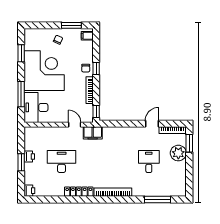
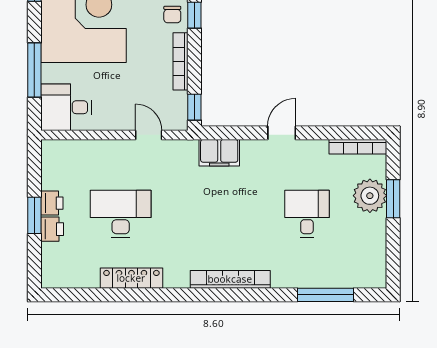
desk: (36, 107) -> (66, 107), width x0.73
door: (152, 124) -> (282, 133), moved
filing cabinet: (93, 133) -> (219, 153), moved
window: (189, 143) -> (393, 199), moved
printer: (29, 191) -> (52, 229), moved
locker: (79, 192) -> (131, 278), moved

